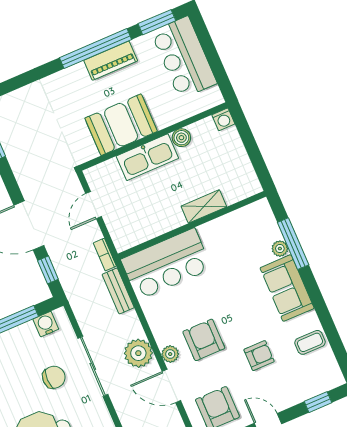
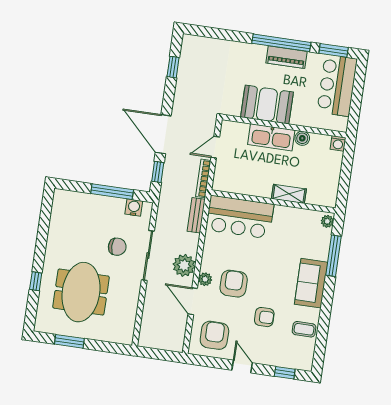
plant: (280, 249) -> (327, 221), moved
bookcase: (105, 255) -> (203, 178), width x1.56

